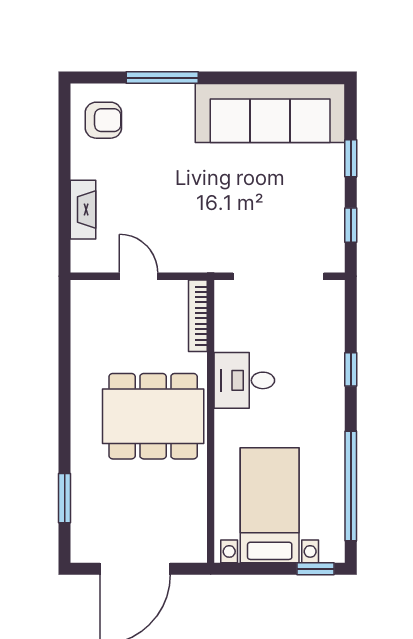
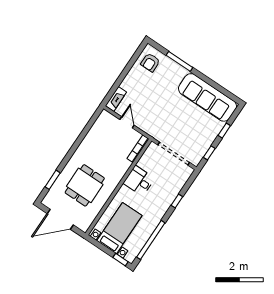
armchair: (103, 120) -> (150, 62), turned 90
fireplace: (83, 210) -> (116, 99), moved
dining table: (153, 416) -> (85, 185), moved, width x0.73

